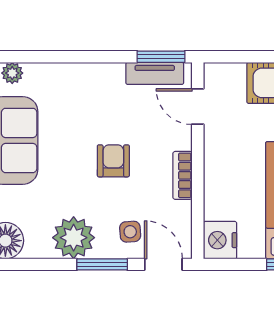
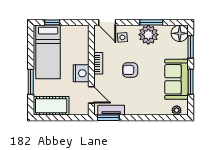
armchair: (113, 161) -> (130, 70), turned 90
nightstand: (220, 240) -> (81, 73), moved
window: (102, 264) -> (151, 22), moved

